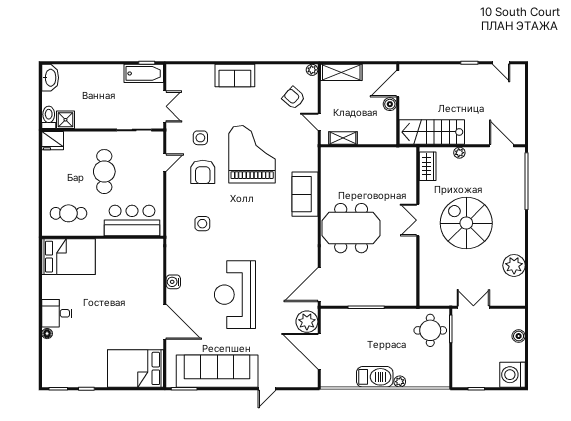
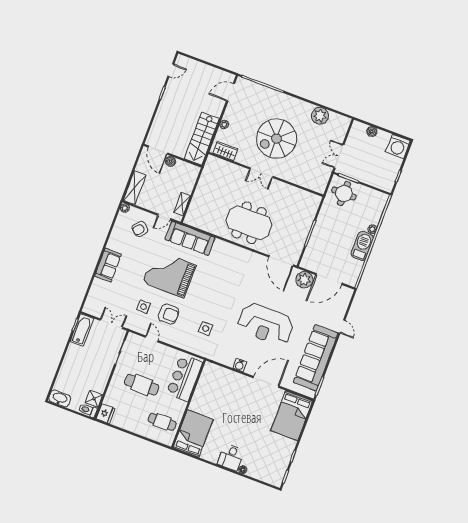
sofa: (305, 194) -> (190, 238), moved, width x1.36
cafe table: (68, 213) -> (162, 422), turned 90
meeting table: (351, 228) -> (249, 223), turned 90

